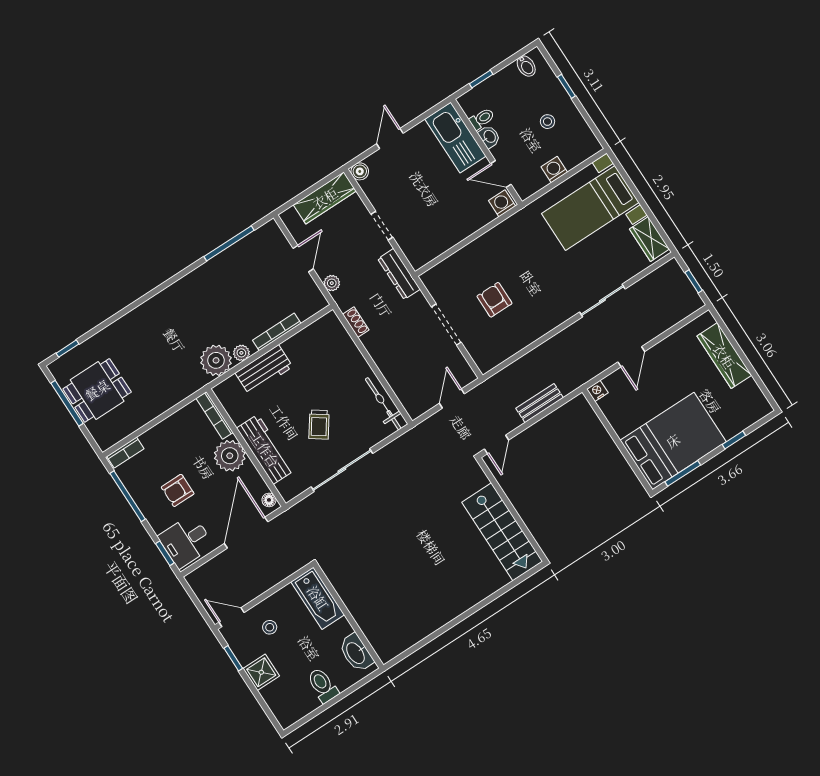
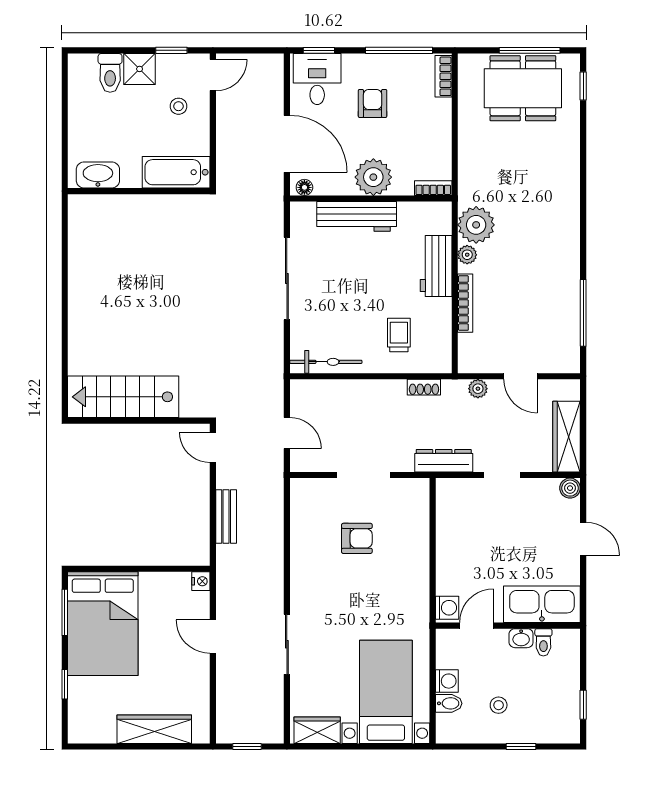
bidet: (526, 66) -> (449, 703), moved, turned 180
window: (481, 79) -> (583, 705), moved
dining table: (97, 390) -> (523, 88), width x1.38
bookcase: (215, 415) -> (433, 188), width x0.64
trolley: (319, 425) -> (399, 335), moved, turned 55
toilet: (323, 685) -> (110, 73), moved, turned 90

